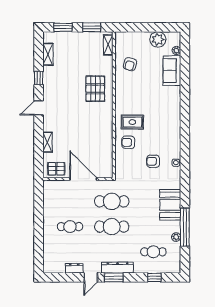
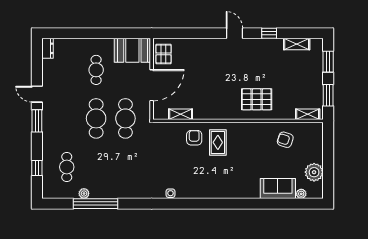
shelving: (47, 142) -> (181, 114), moved
armchair: (153, 161) -> (172, 167), removed
booth: (170, 205) -> (132, 50), moved
dresser: (74, 268) -> (48, 48), moved
dresser: (117, 268) -> (48, 125), removed

